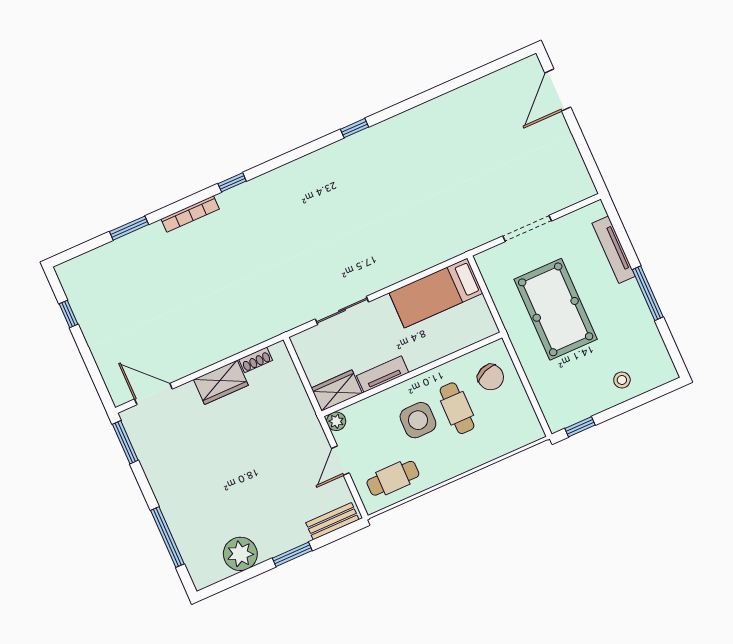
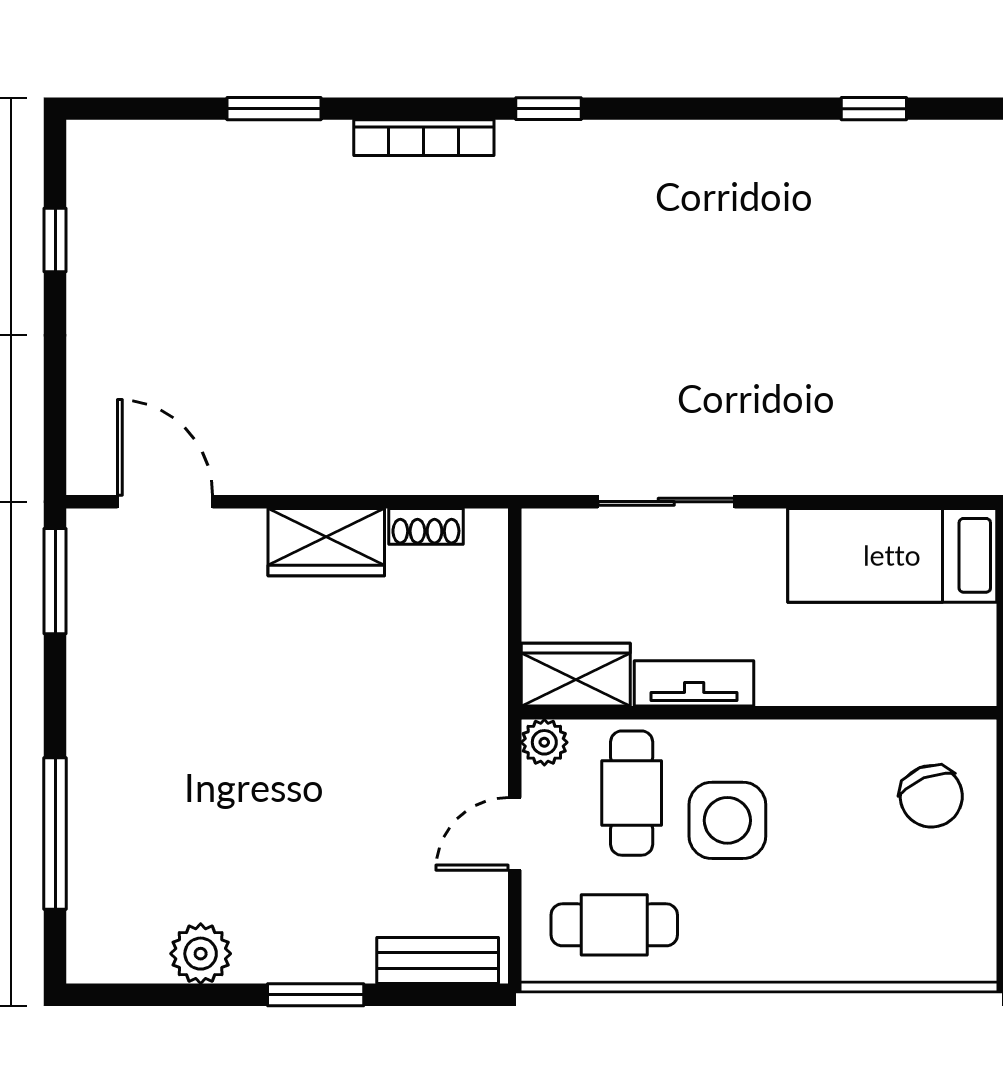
cafe table: (457, 408) -> (632, 793), moved
plant: (240, 554) -> (201, 954), width x0.73, depth x0.73

